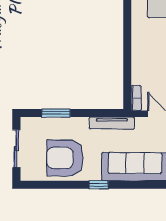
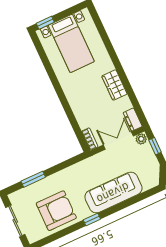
tv unit: (112, 123) -> (80, 167), removed
armchair: (65, 158) -> (56, 211), turned 180

